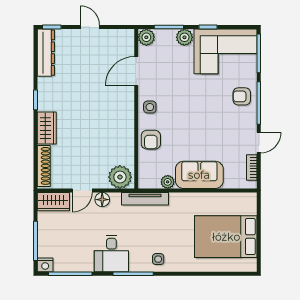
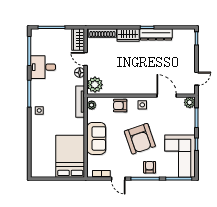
door: (90, 27) -> (197, 79), moved
plant: (184, 37) -> (190, 128), removed
dresser: (46, 53) -> (156, 34), moved
armchair: (200, 111) -> (140, 139), added
plant: (168, 182) -> (92, 105), moved
bed: (226, 237) -> (70, 156), moved
desk: (111, 254) -> (43, 67), moved
nightstand: (45, 265) -> (35, 34), removed

